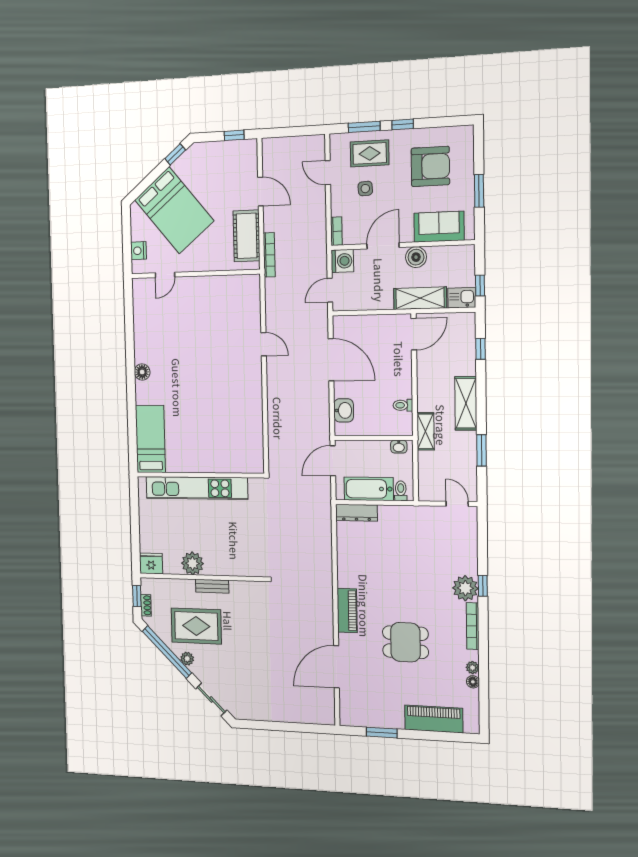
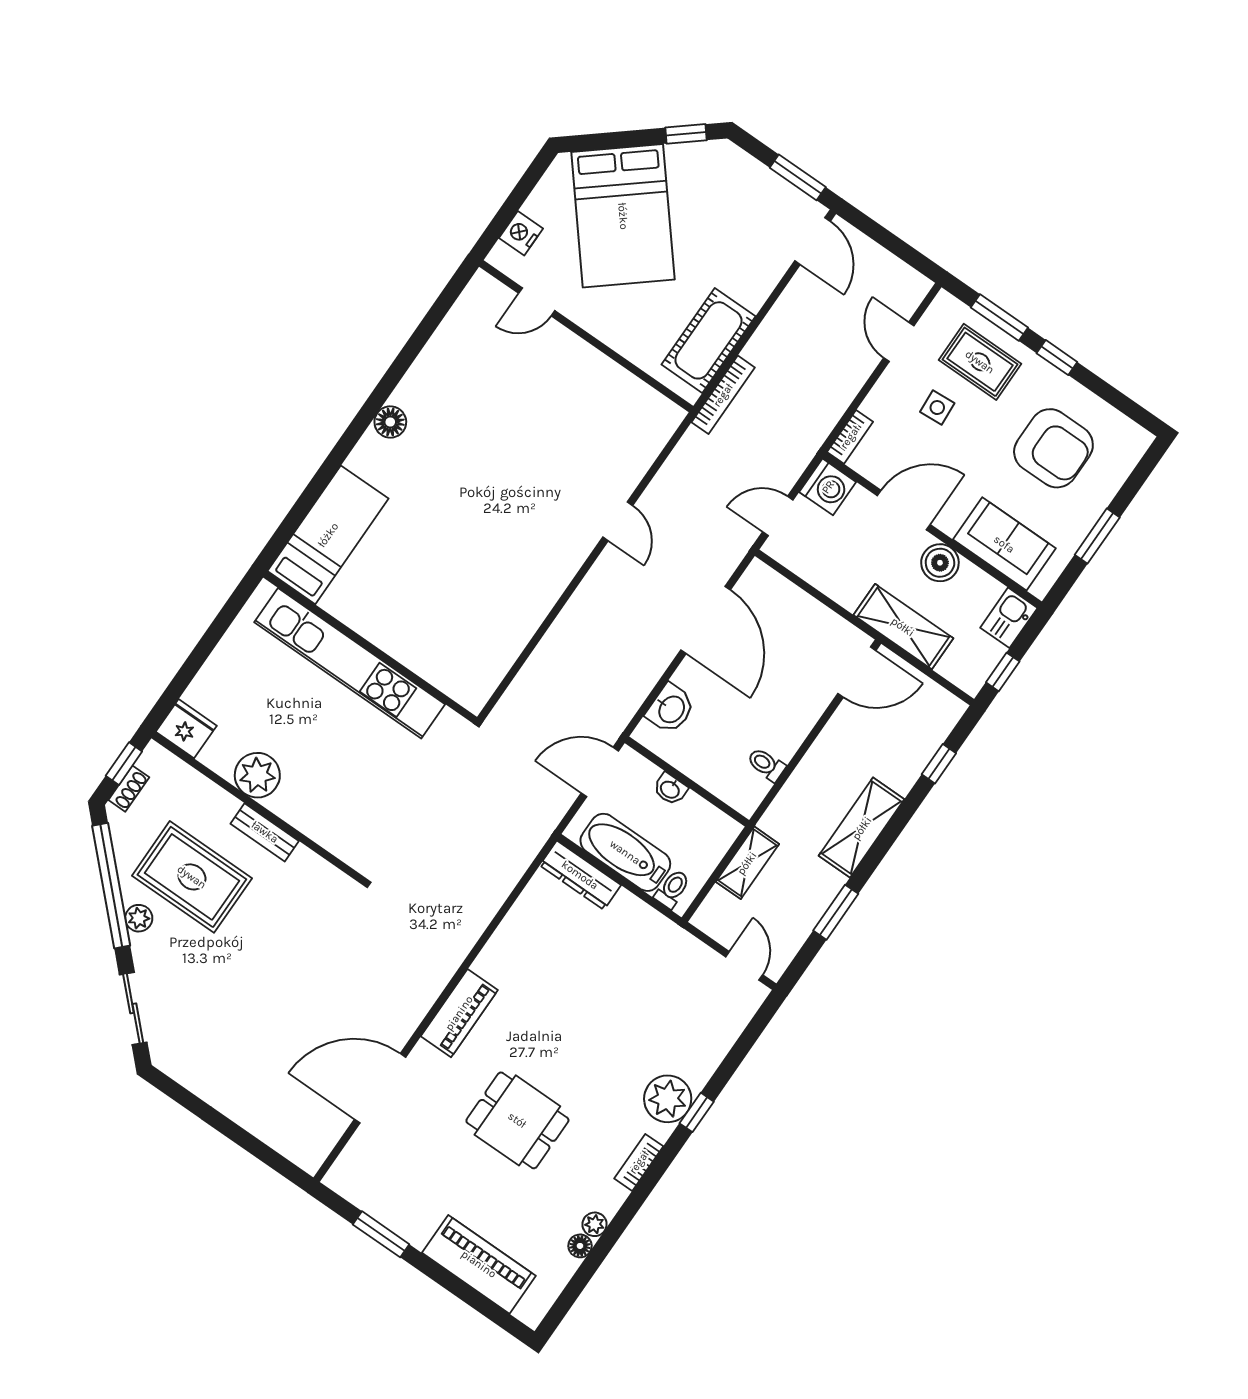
window: (234, 135) -> (798, 177), width x1.50
door: (260, 192) -> (813, 241), moved
kitchen sink: (462, 298) -> (1009, 618), moved, turned -90
shelving: (425, 431) -> (747, 863), moved
washbasin: (399, 447) -> (670, 789), moved
bookcase: (473, 626) -> (639, 1162), width x0.64

